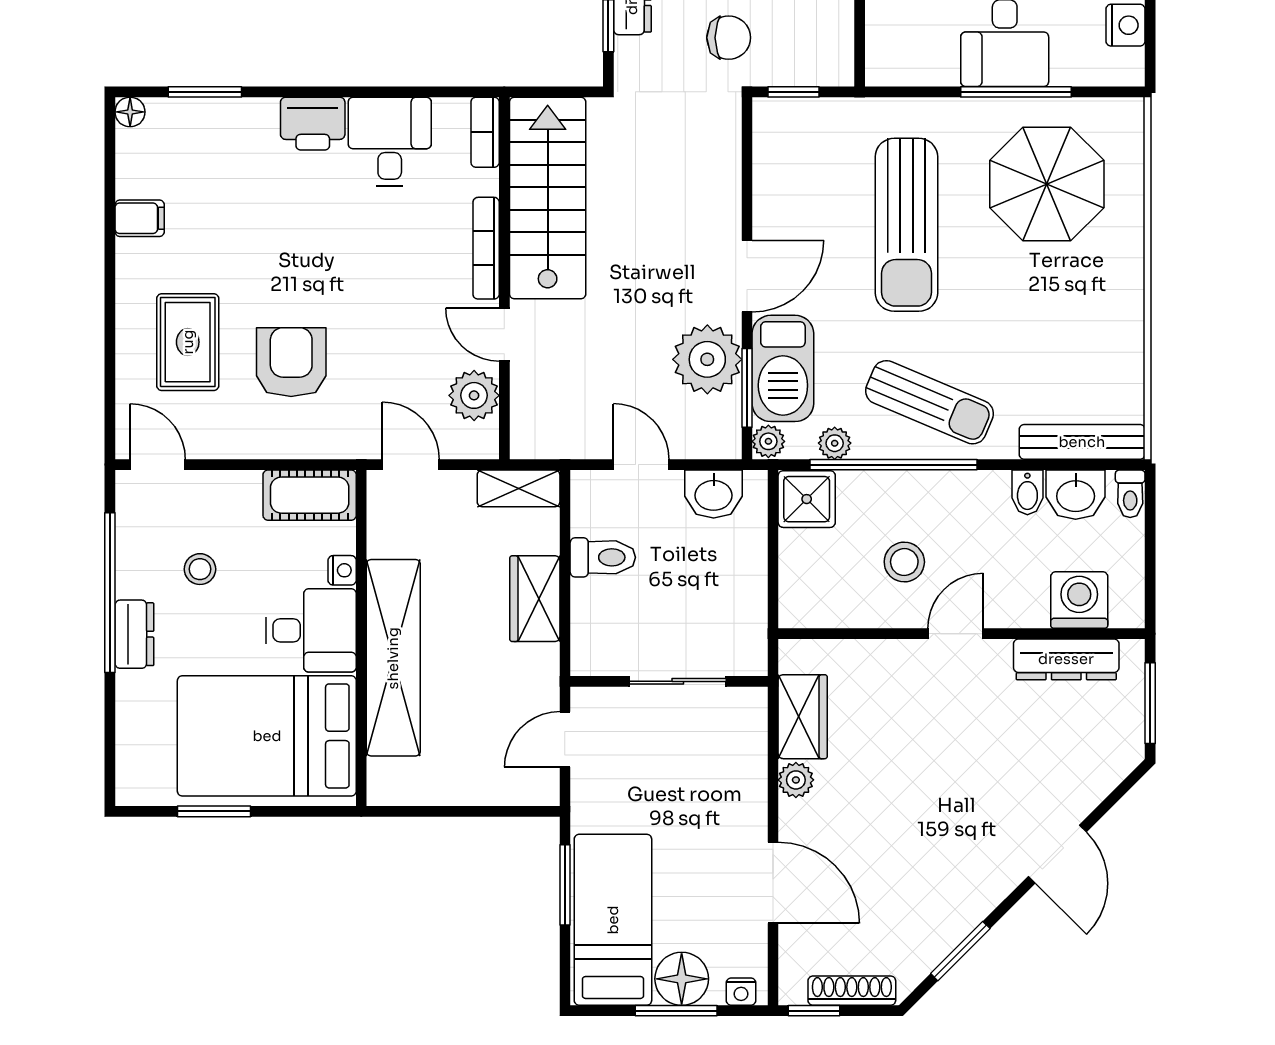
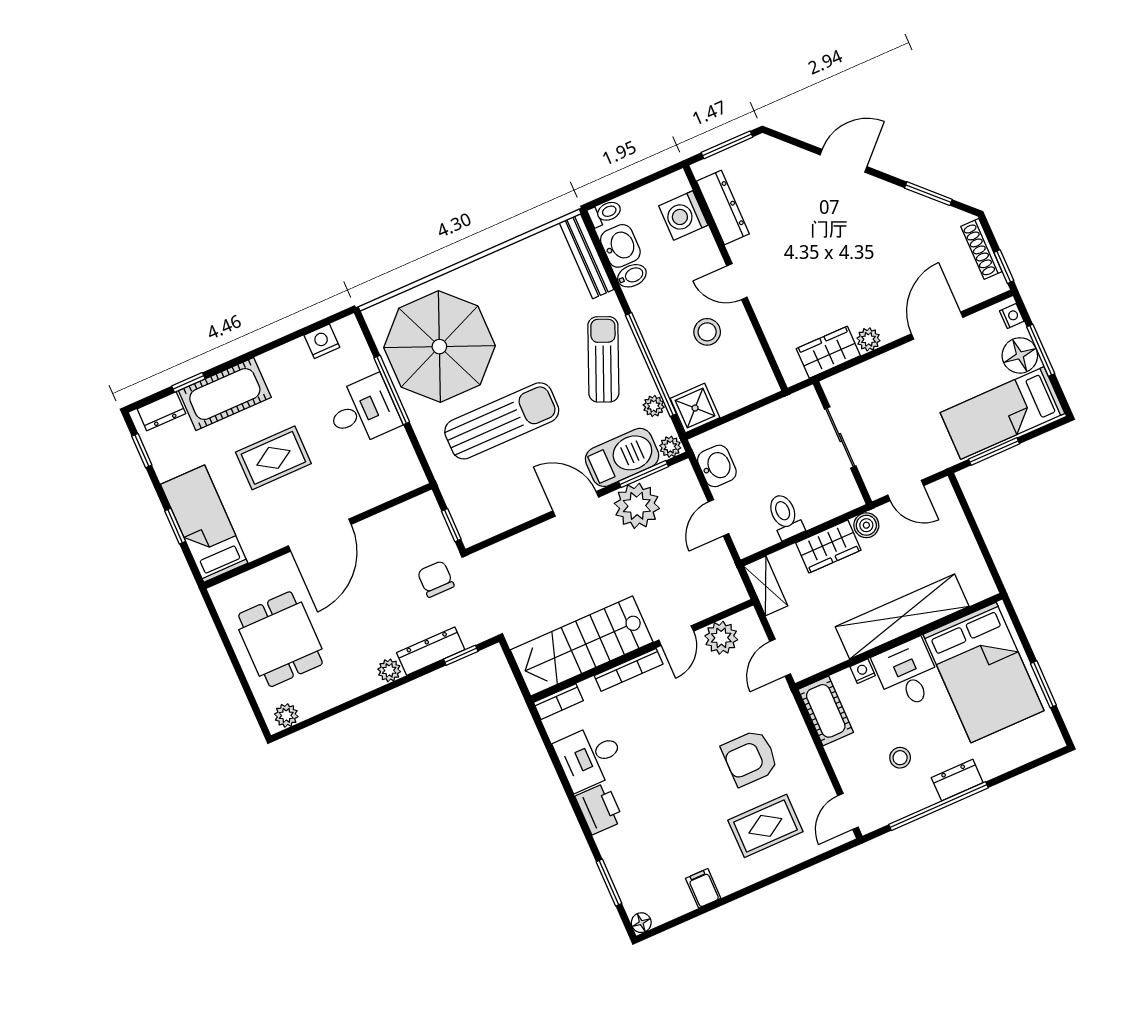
parasol: (1047, 184) -> (439, 347), width x1.36, depth x1.36
boiler: (541, 664) -> (866, 525), added

